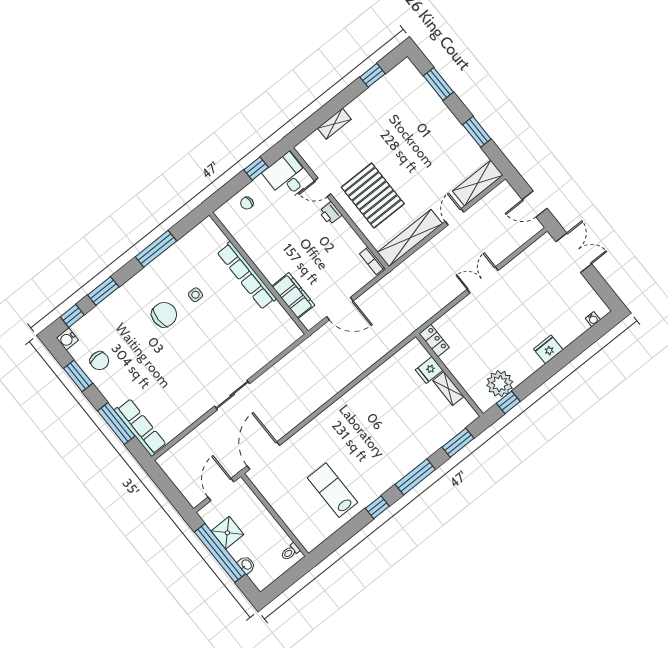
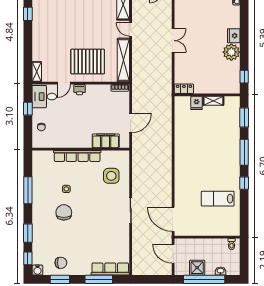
shelving: (334, 124) -> (37, 72), moved
double door: (483, 280) -> (173, 41), swing flipped
side table: (256, 337) -> (111, 176), added
plant: (500, 384) -> (231, 52), moved

